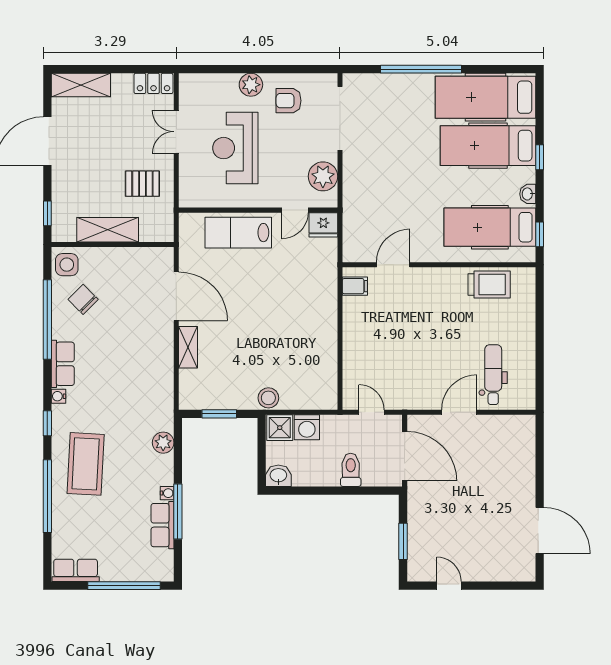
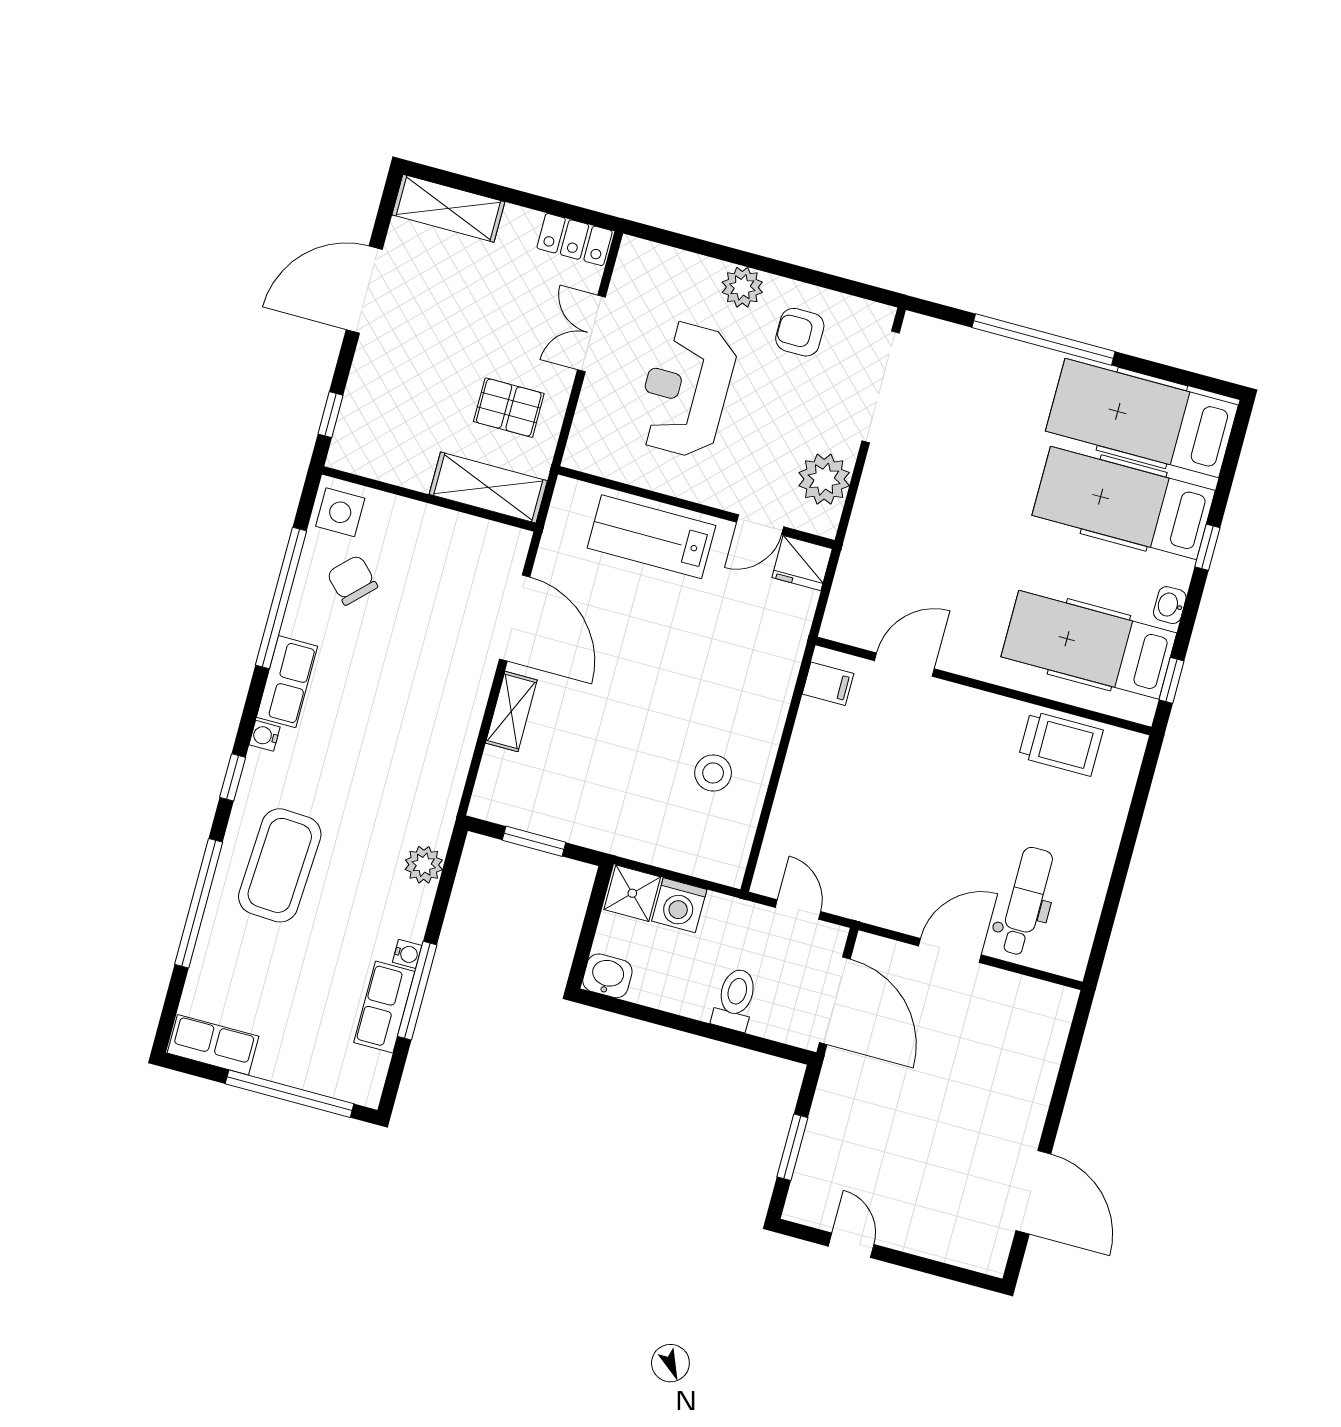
shelving: (108, 230) -> (488, 488), moved
stool: (268, 398) -> (713, 773), moved

